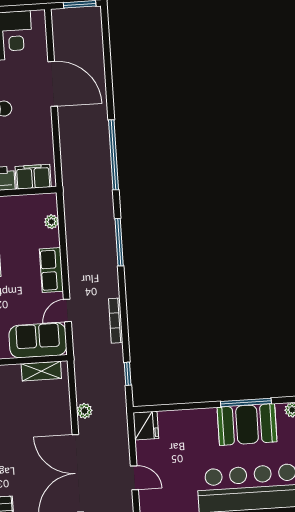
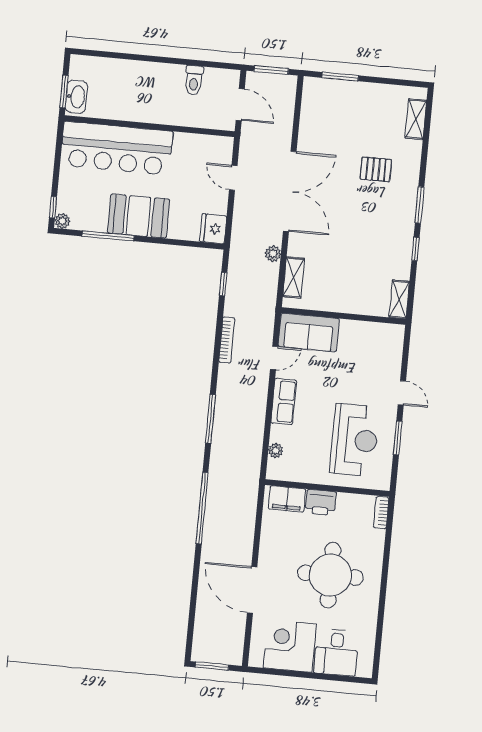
shelving: (41, 371) -> (294, 277), moved, turned 90
booth: (247, 425) -> (139, 216), moved

